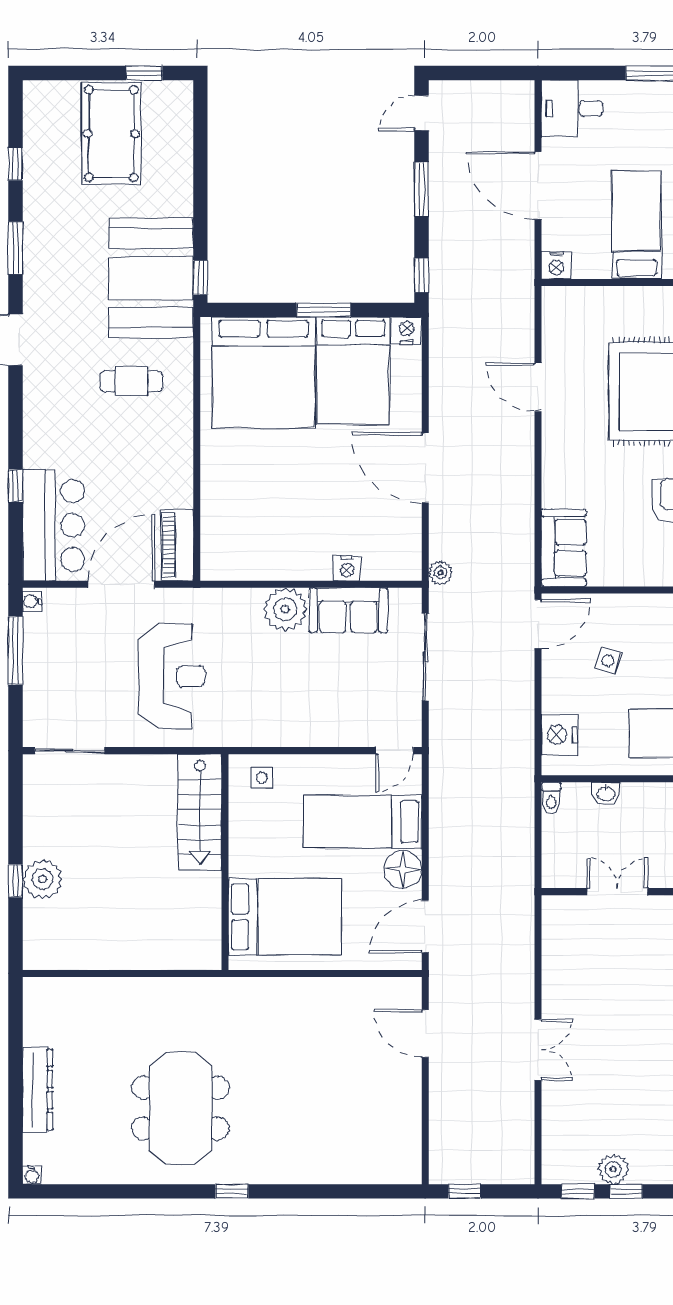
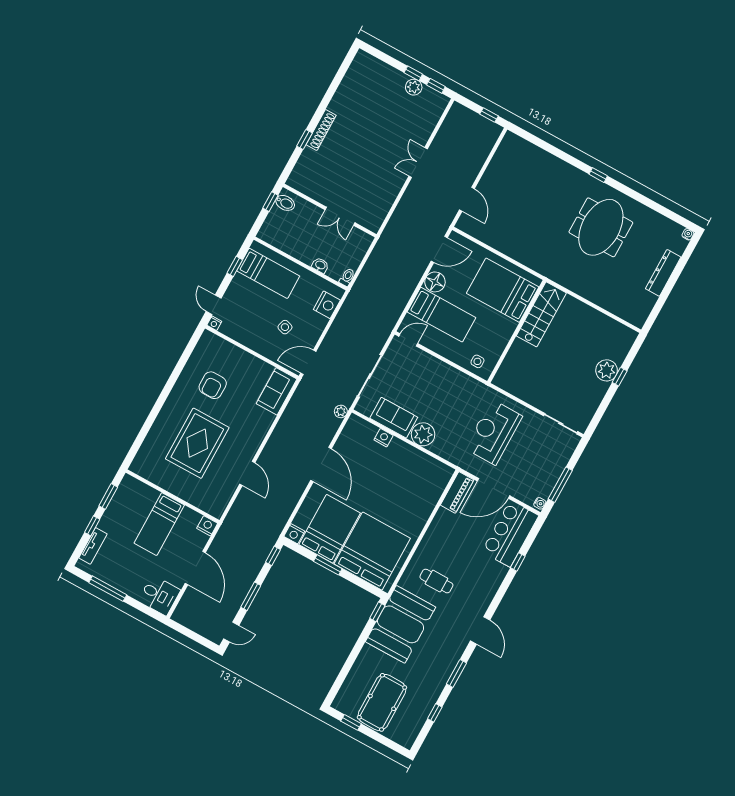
stairs: (200, 812) -> (541, 314), moved

